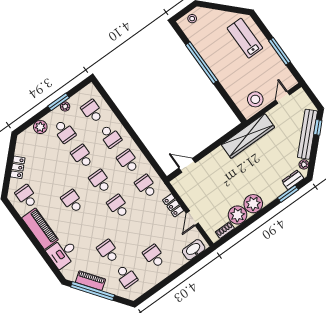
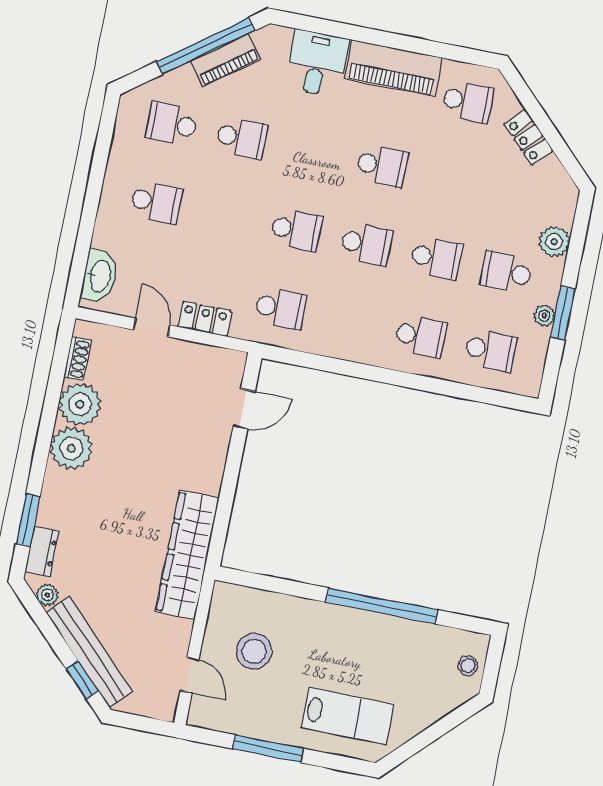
stool: (255, 99) -> (254, 651), moved
school desk: (110, 136) -> (421, 336), turned 180
school desk: (128, 161) -> (351, 322), removed

